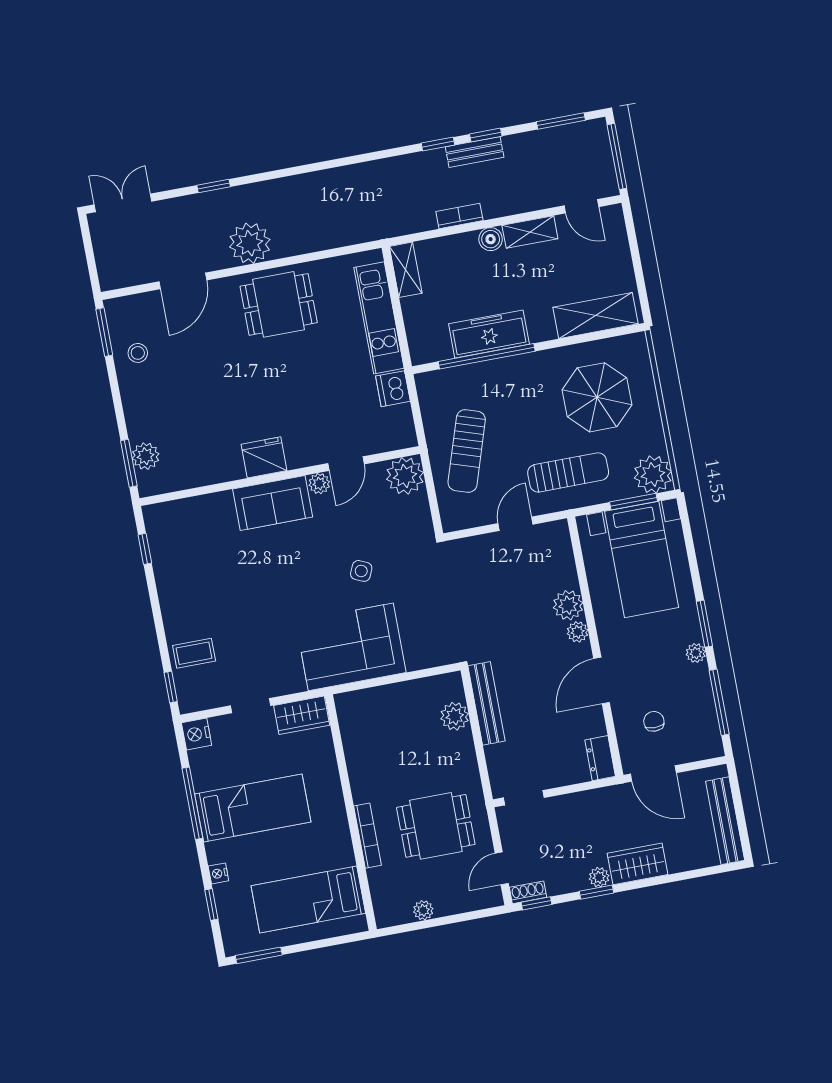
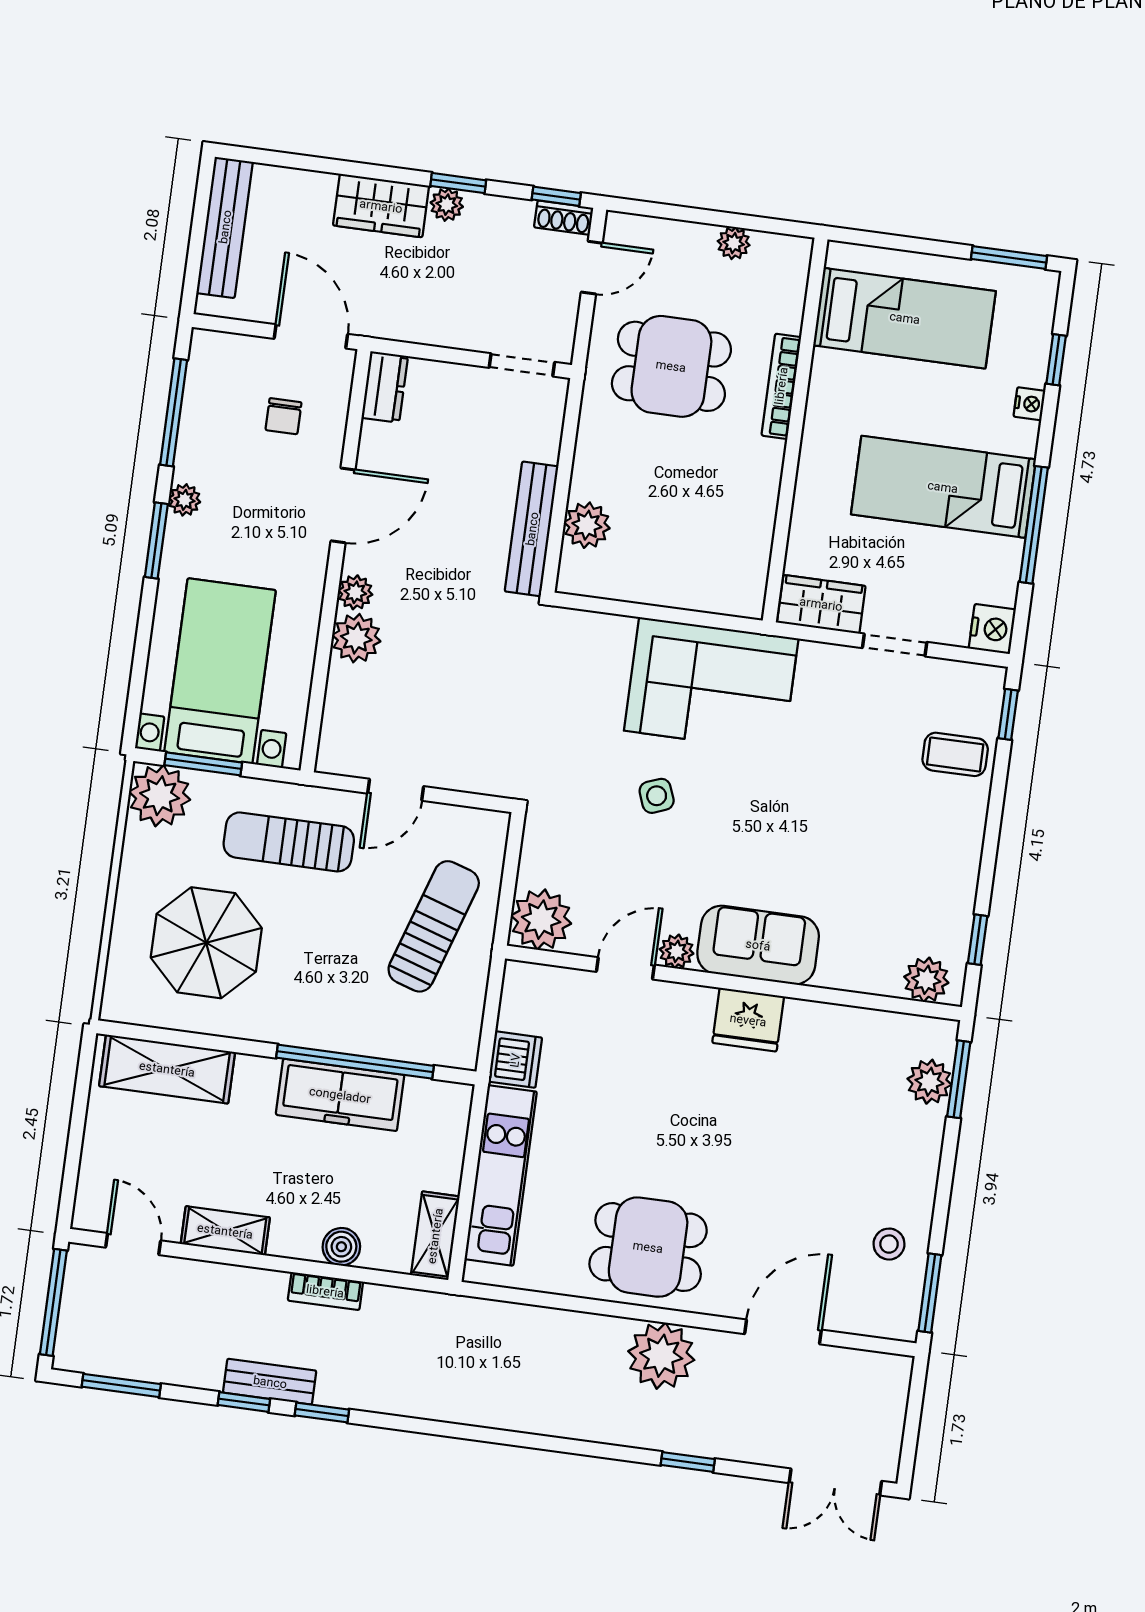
boiler: (491, 239) -> (341, 1247), moved
plant: (167, 515) -> (926, 980), added
side table: (361, 571) -> (657, 796), turned 45

